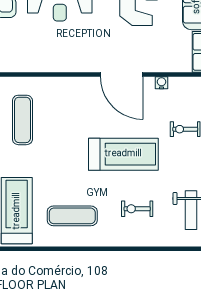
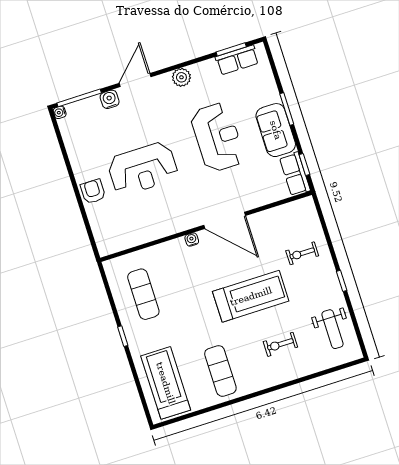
water cooler: (161, 83) -> (192, 240), moved
exercise mat: (72, 216) -> (220, 371), turned 90

